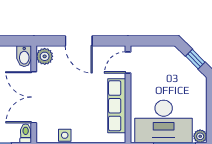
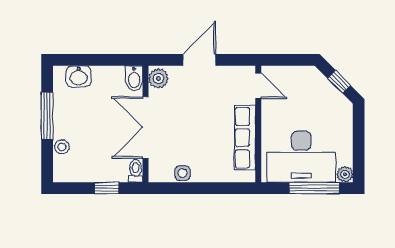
door: (79, 41) -> (199, 60), swing flipped
door: (128, 63) -> (258, 86), swing flipped

